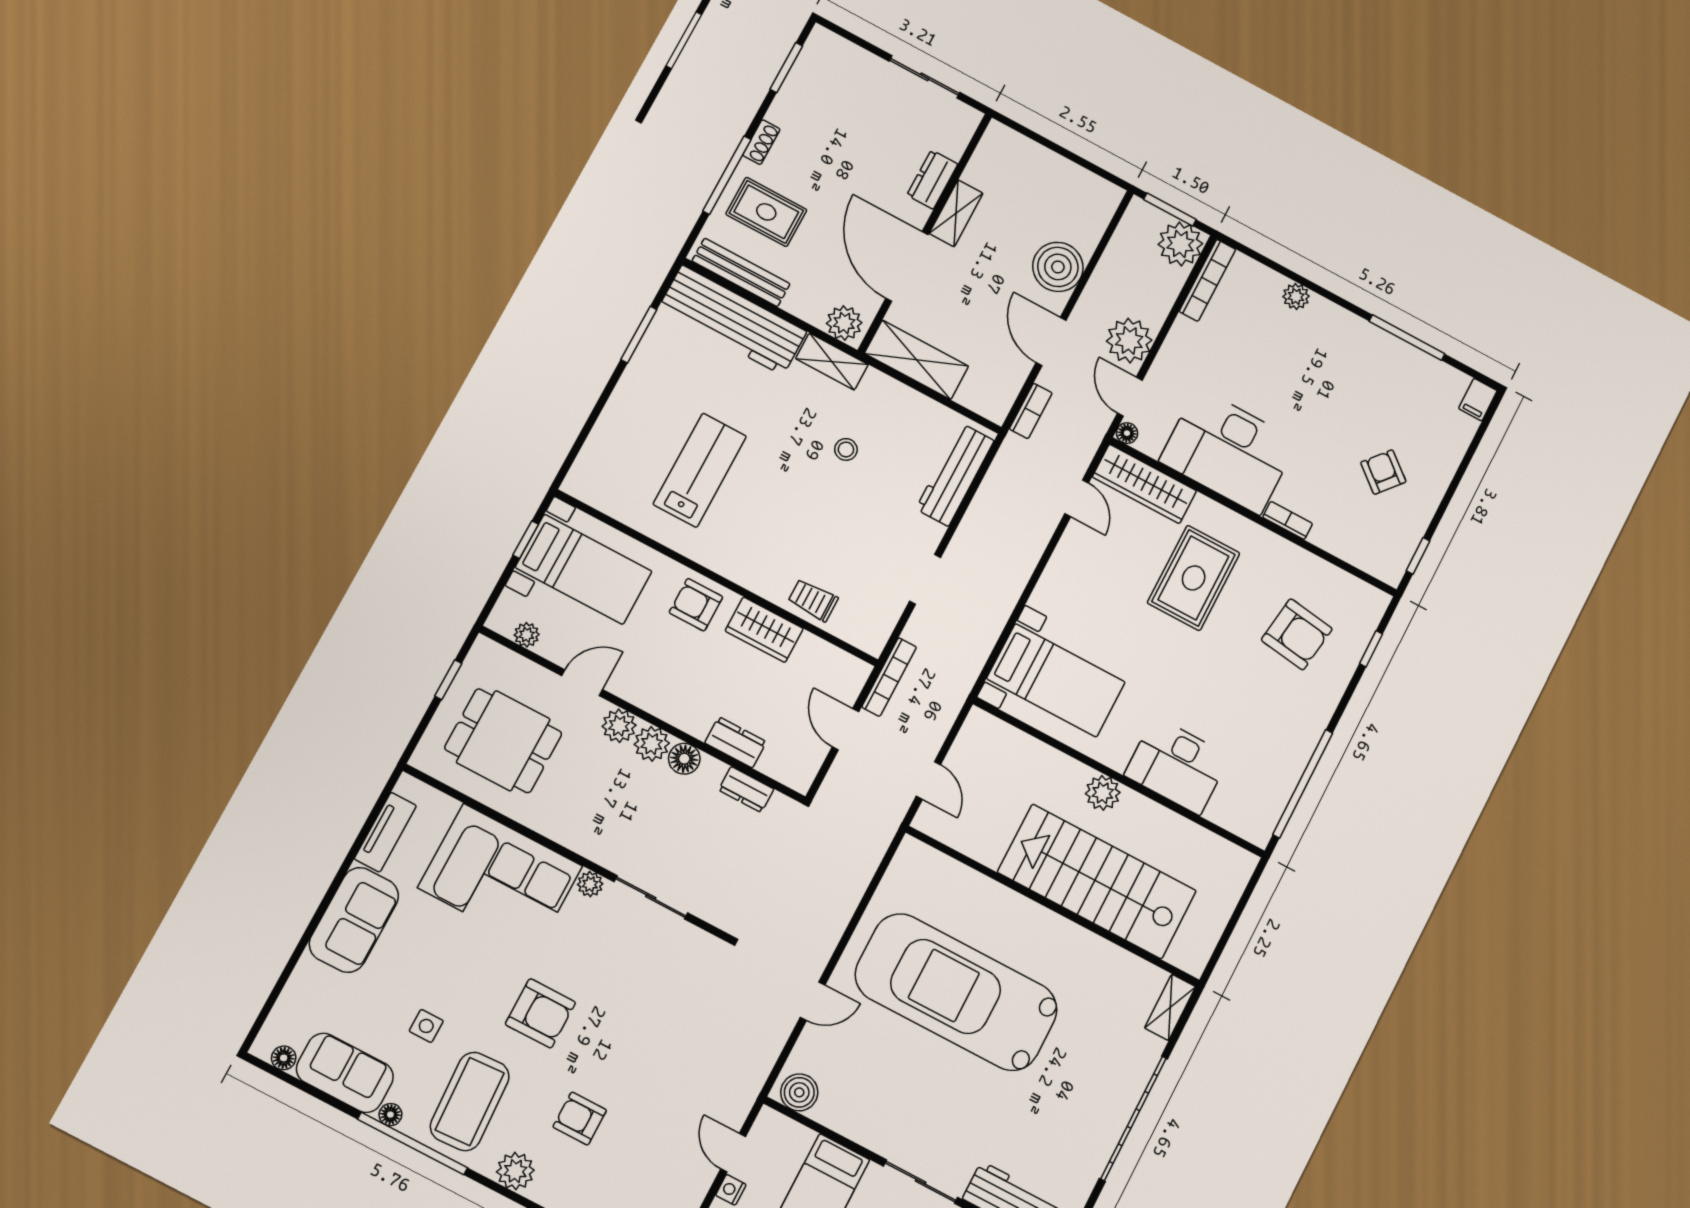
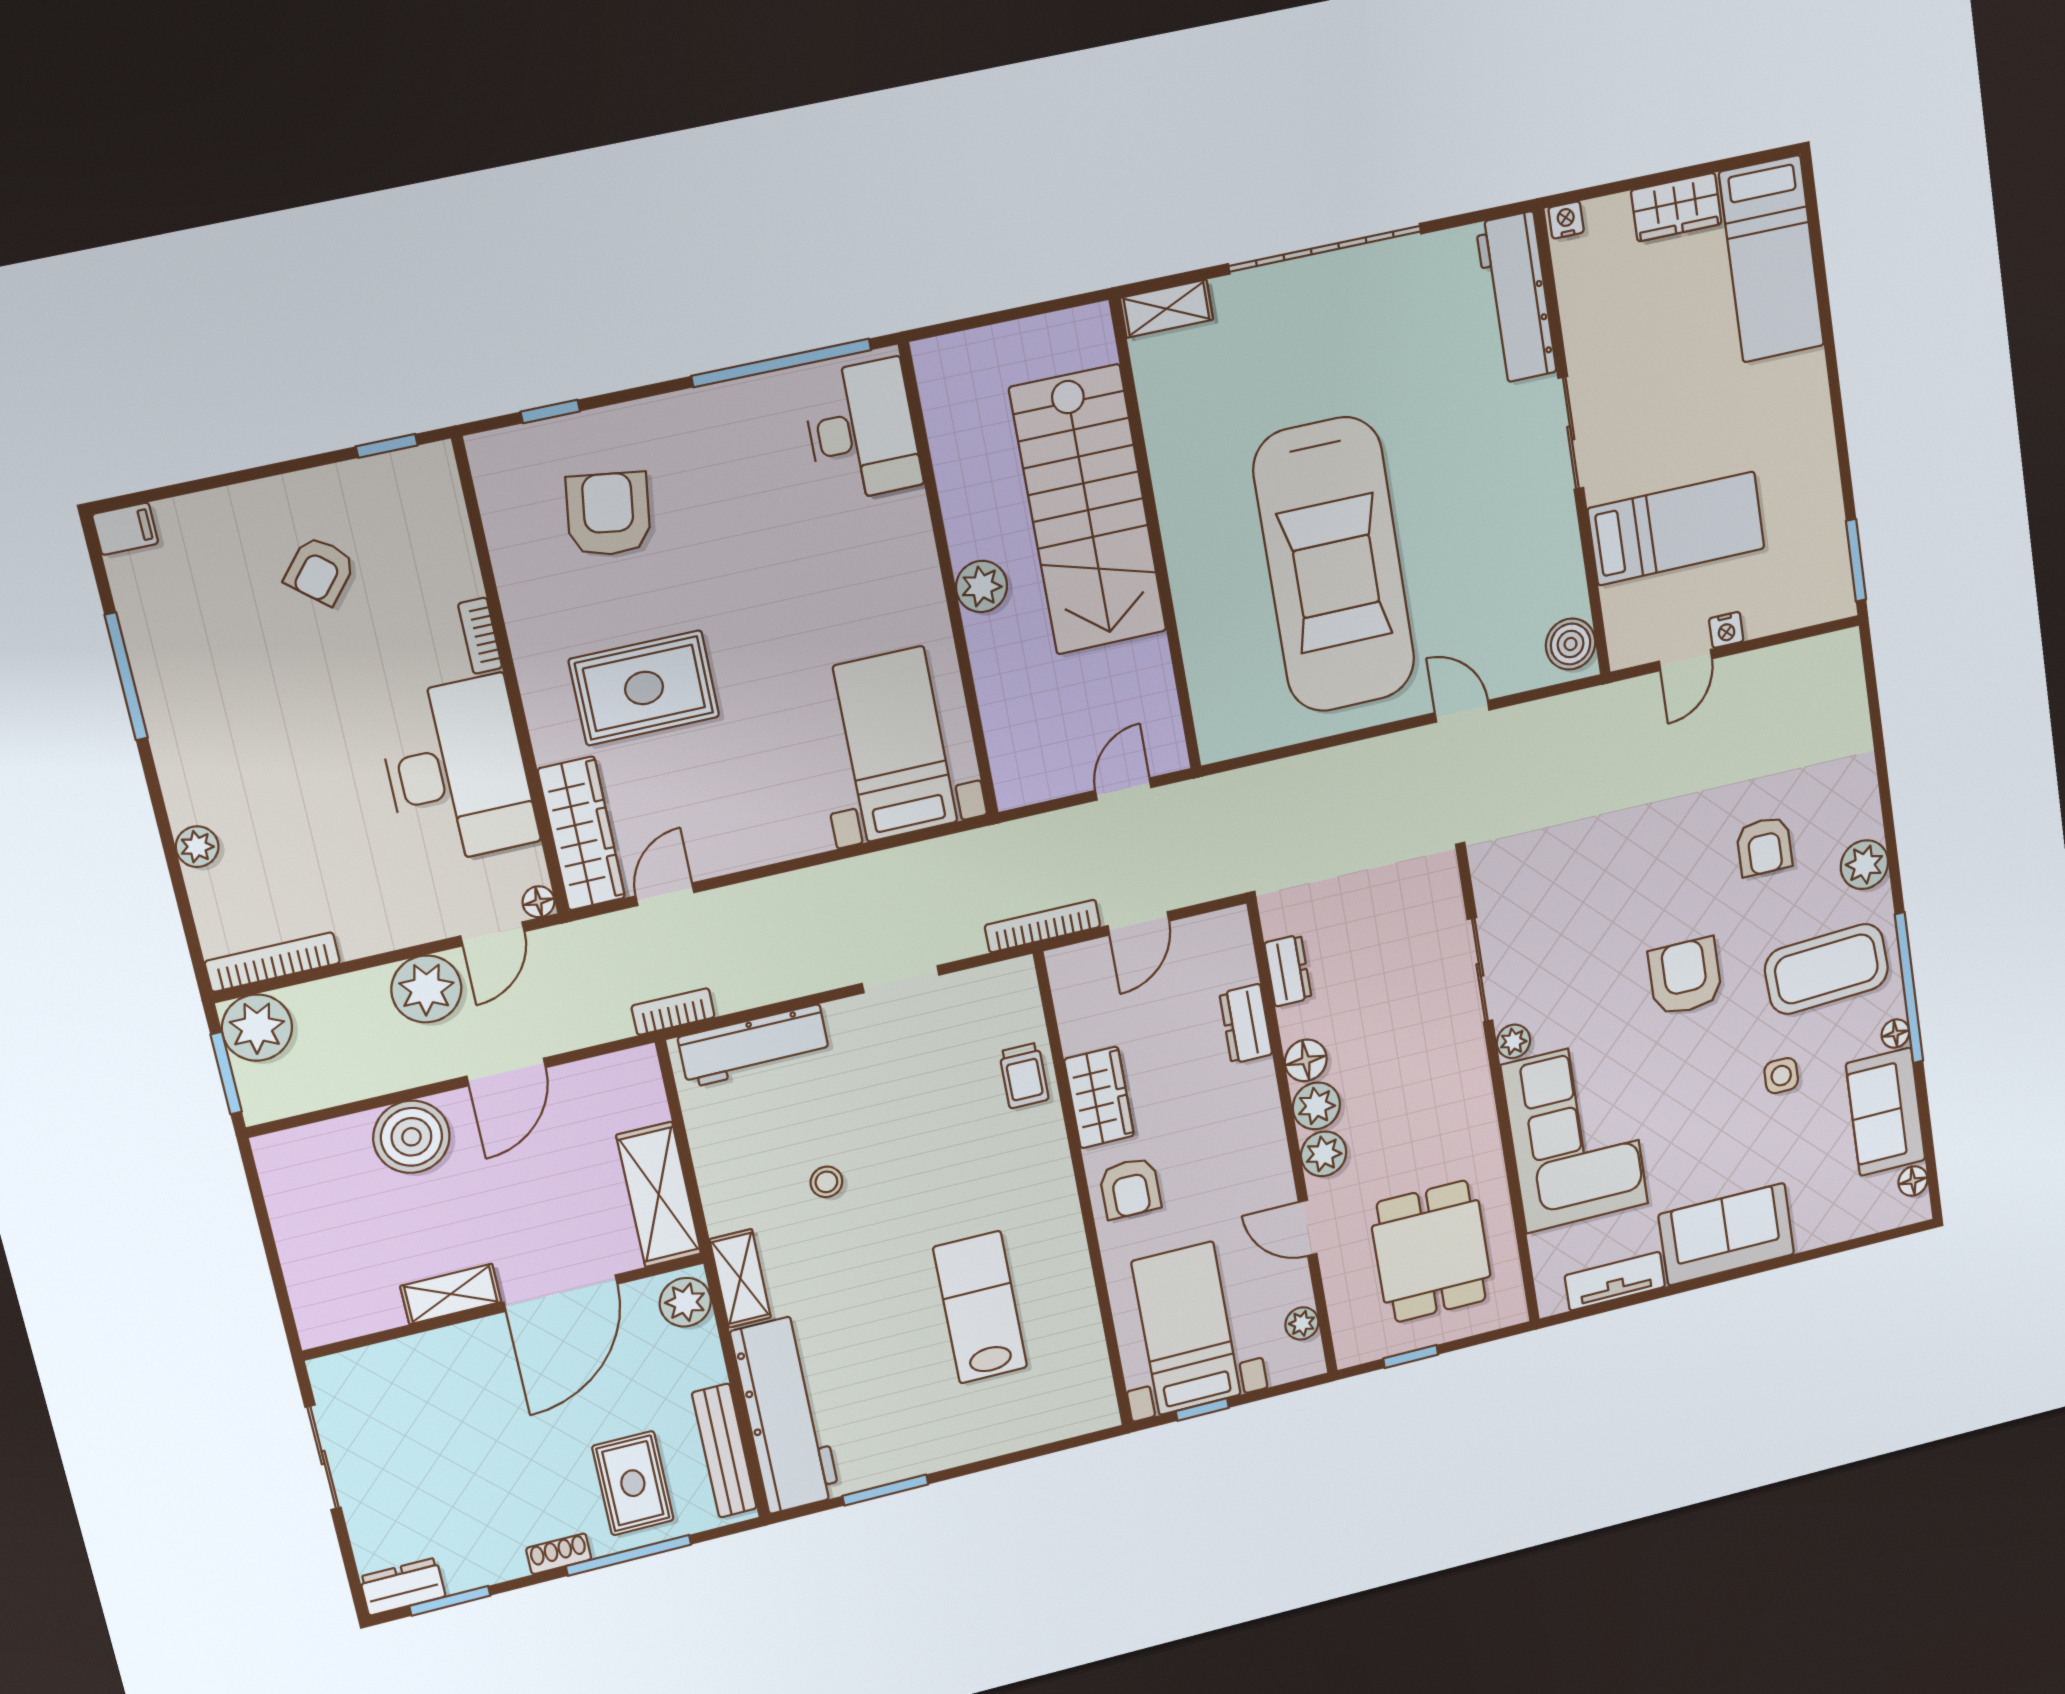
dresser: (932, 180) -> (403, 1587), moved, turned 180
bookcase: (1031, 411) -> (673, 1012), moved
lab bench: (700, 470) -> (980, 1307), turned 90
desk: (1177, 766) -> (862, 431), moved

